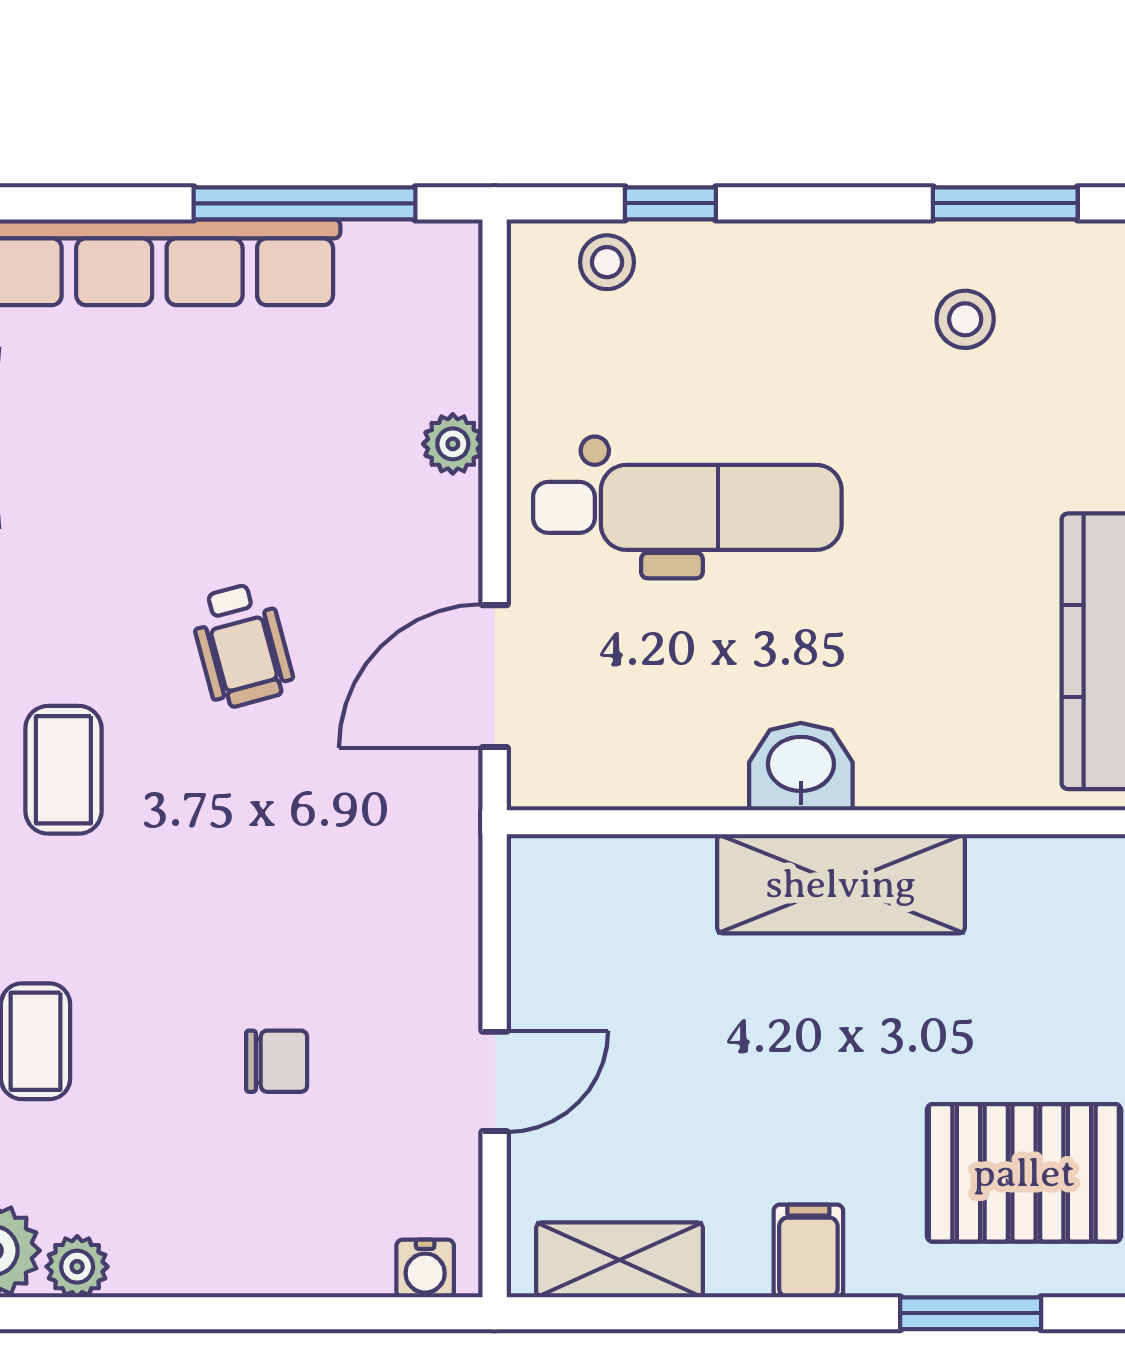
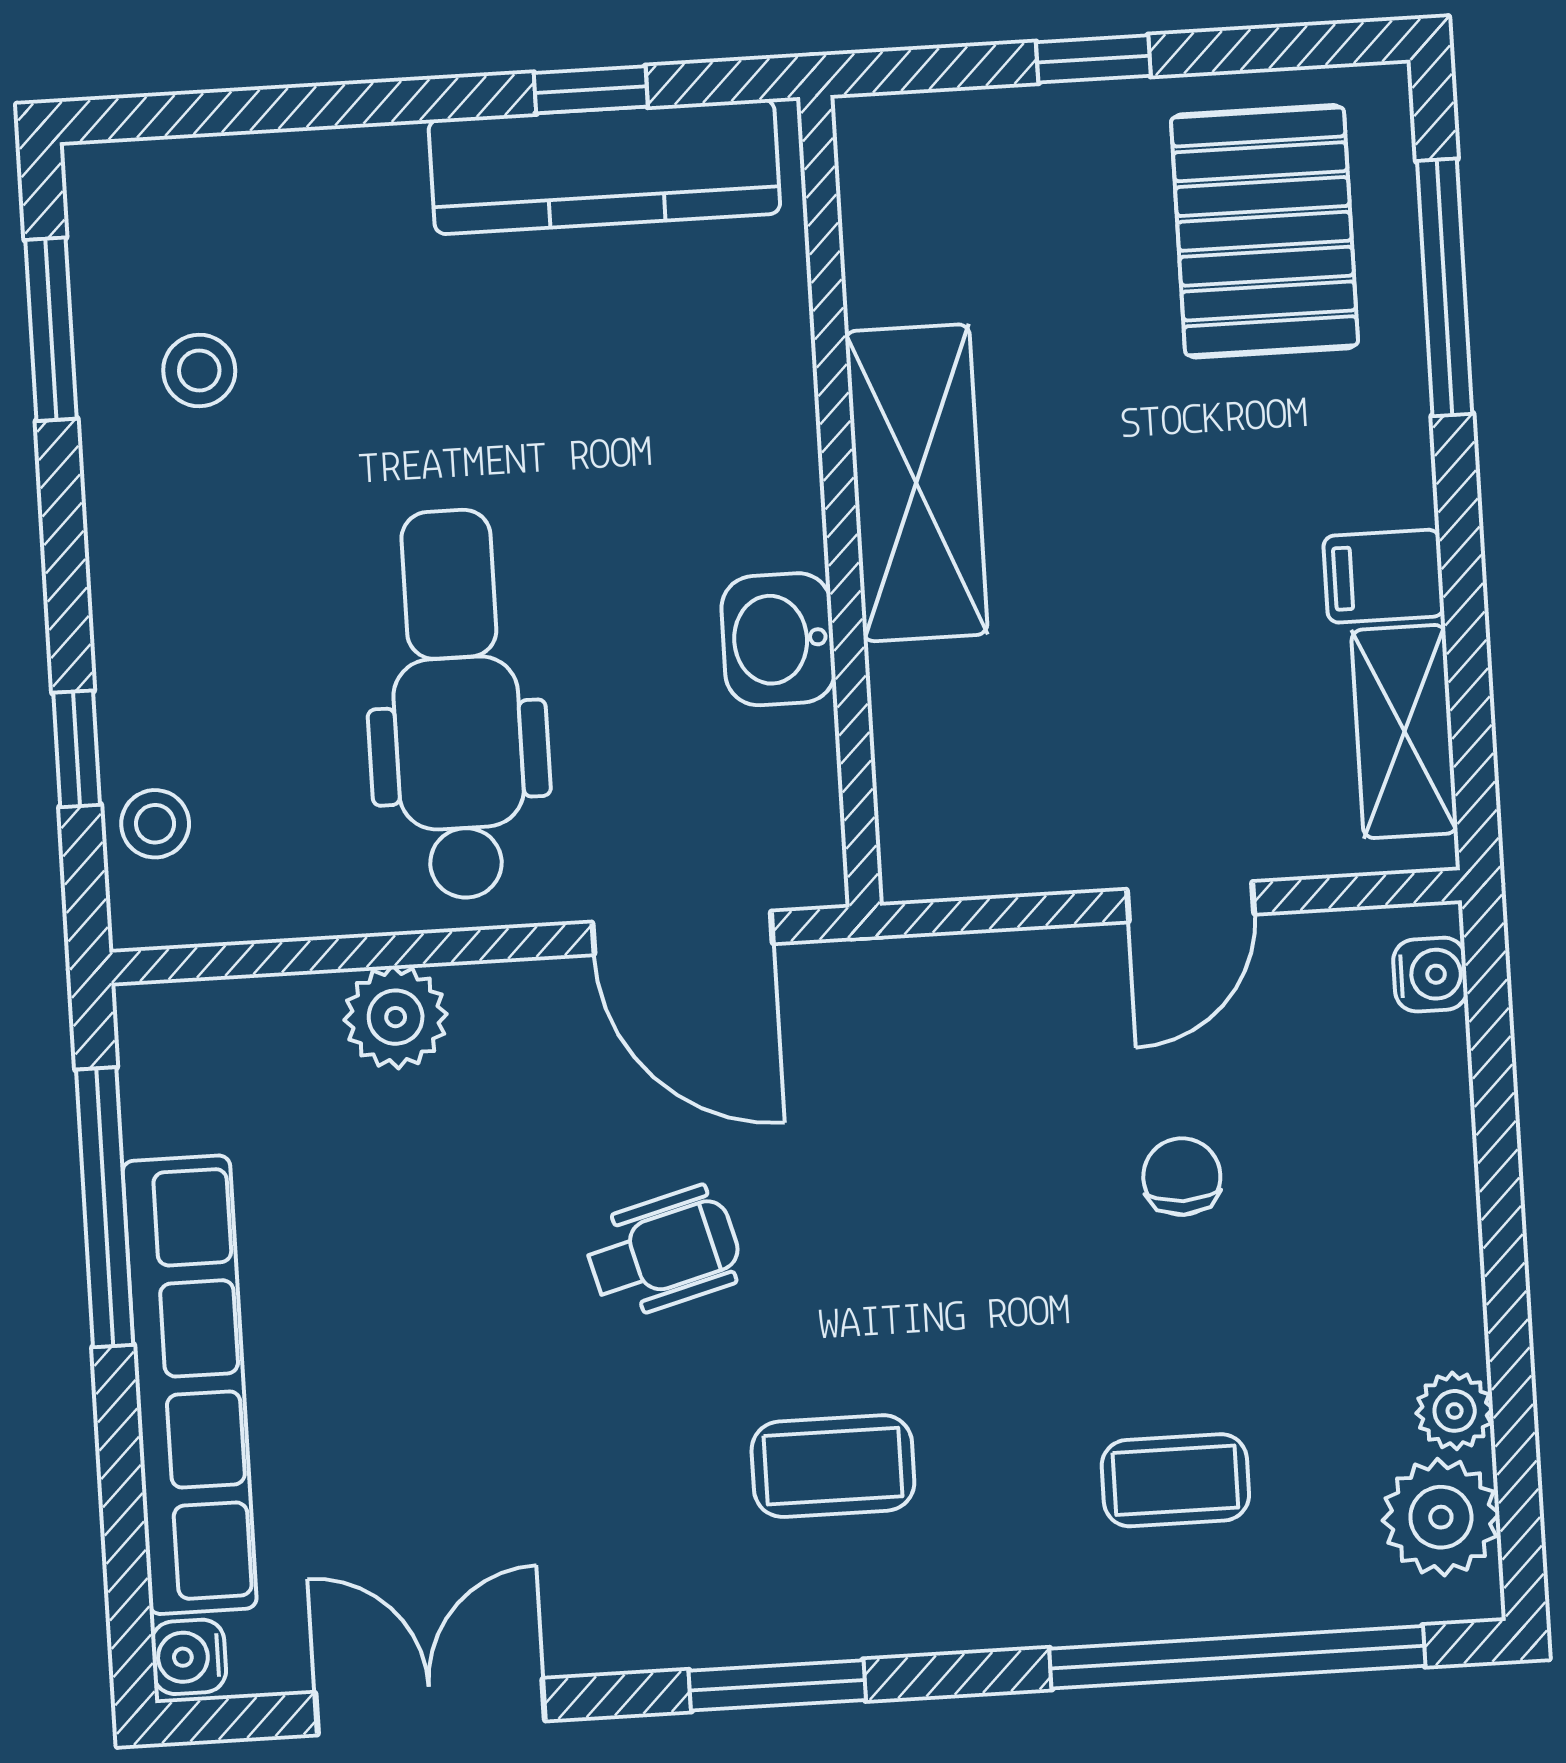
plant: (453, 444) -> (396, 1017), width x1.38, depth x1.38
washbasin: (801, 767) -> (778, 639), moved
door: (495, 1081) -> (1190, 902), swing flipped
filing cabinet: (808, 1251) -> (1384, 576), moved
window: (971, 1313) -> (1445, 287), width x1.44

